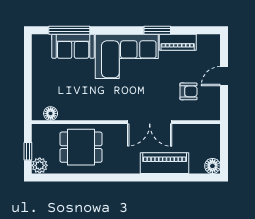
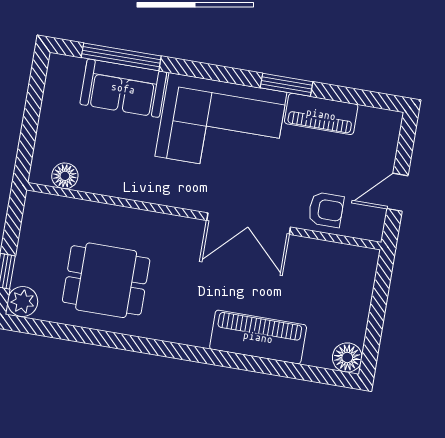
floor lamp: (51, 113) -> (65, 176), moved
wall: (126, 122) -> (204, 216), moved
double door: (150, 122) -> (249, 224), moved

